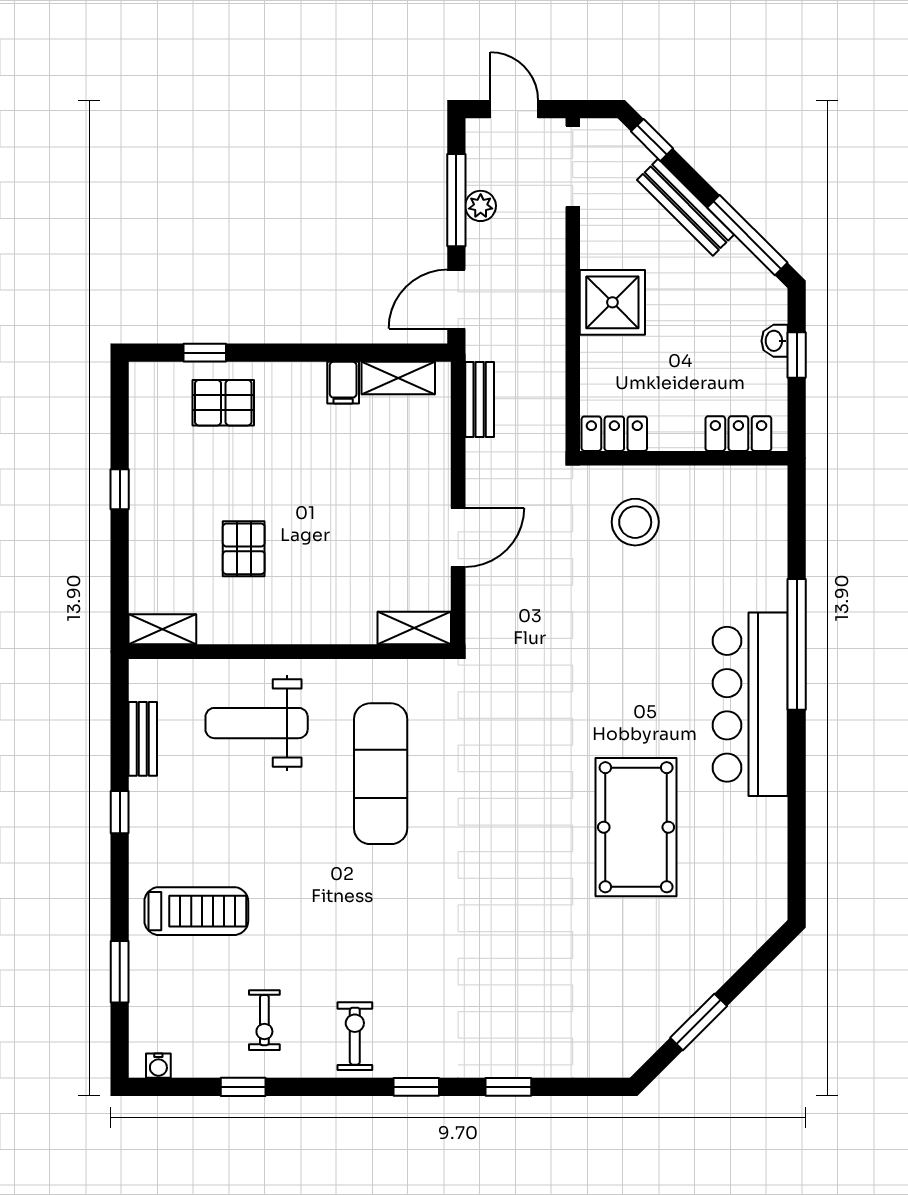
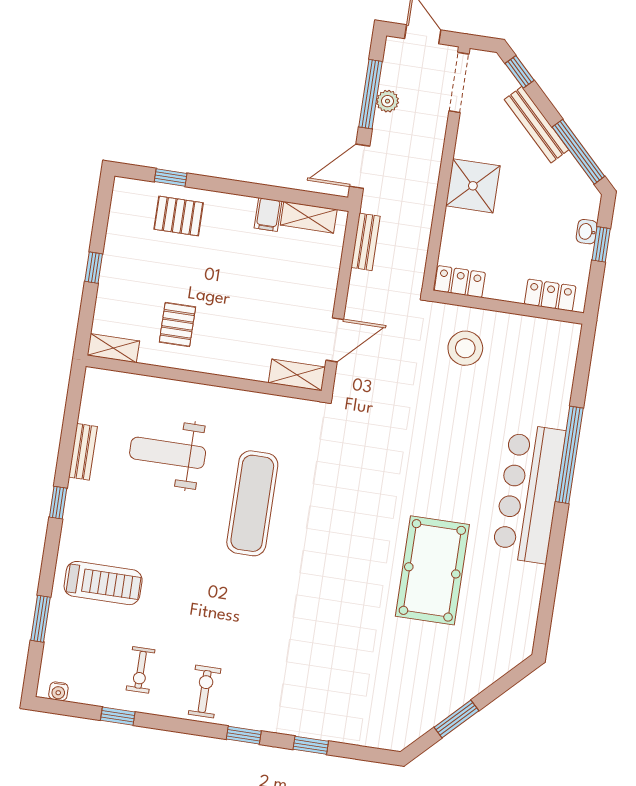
shelving: (414, 628) -> (297, 375), moved
shelving: (162, 629) -> (113, 348), moved
wall: (290, 652) -> (204, 378), moved

